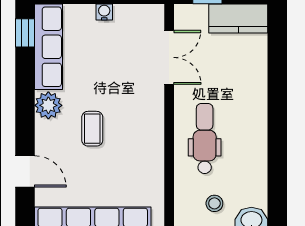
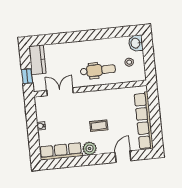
window: (25, 33) -> (55, 164), removed
dental chair: (205, 139) -> (98, 70), turned 180

